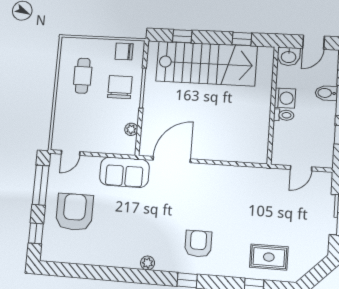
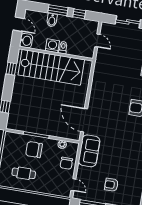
chair: (124, 51) -> (66, 163), moved
stairs: (206, 64) -> (51, 67), moved, turned 90
armchair: (74, 212) -> (111, 185), width x0.53, depth x0.53

